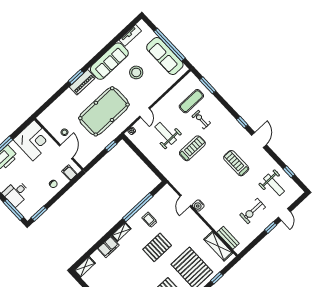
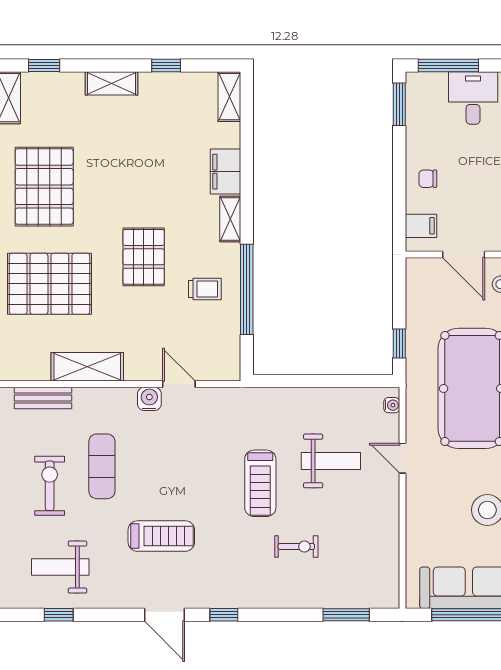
exercise mat: (191, 101) -> (102, 466), moved
shelving: (218, 246) -> (87, 367), moved

